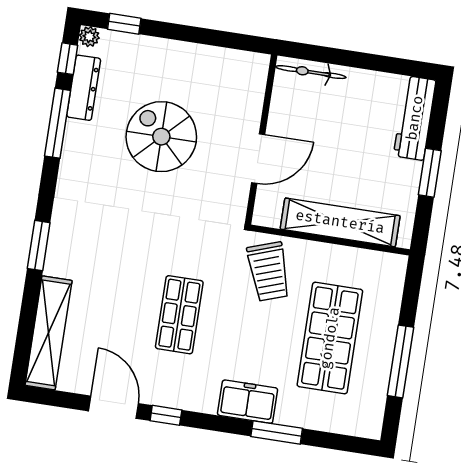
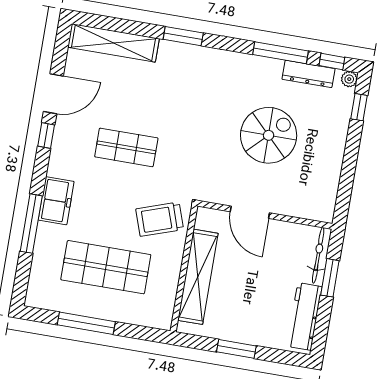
window: (339, 57) -> (330, 278), added
workbench: (415, 118) -> (304, 316), moved, turned -90
window: (277, 432) -> (31, 224), width x1.44

